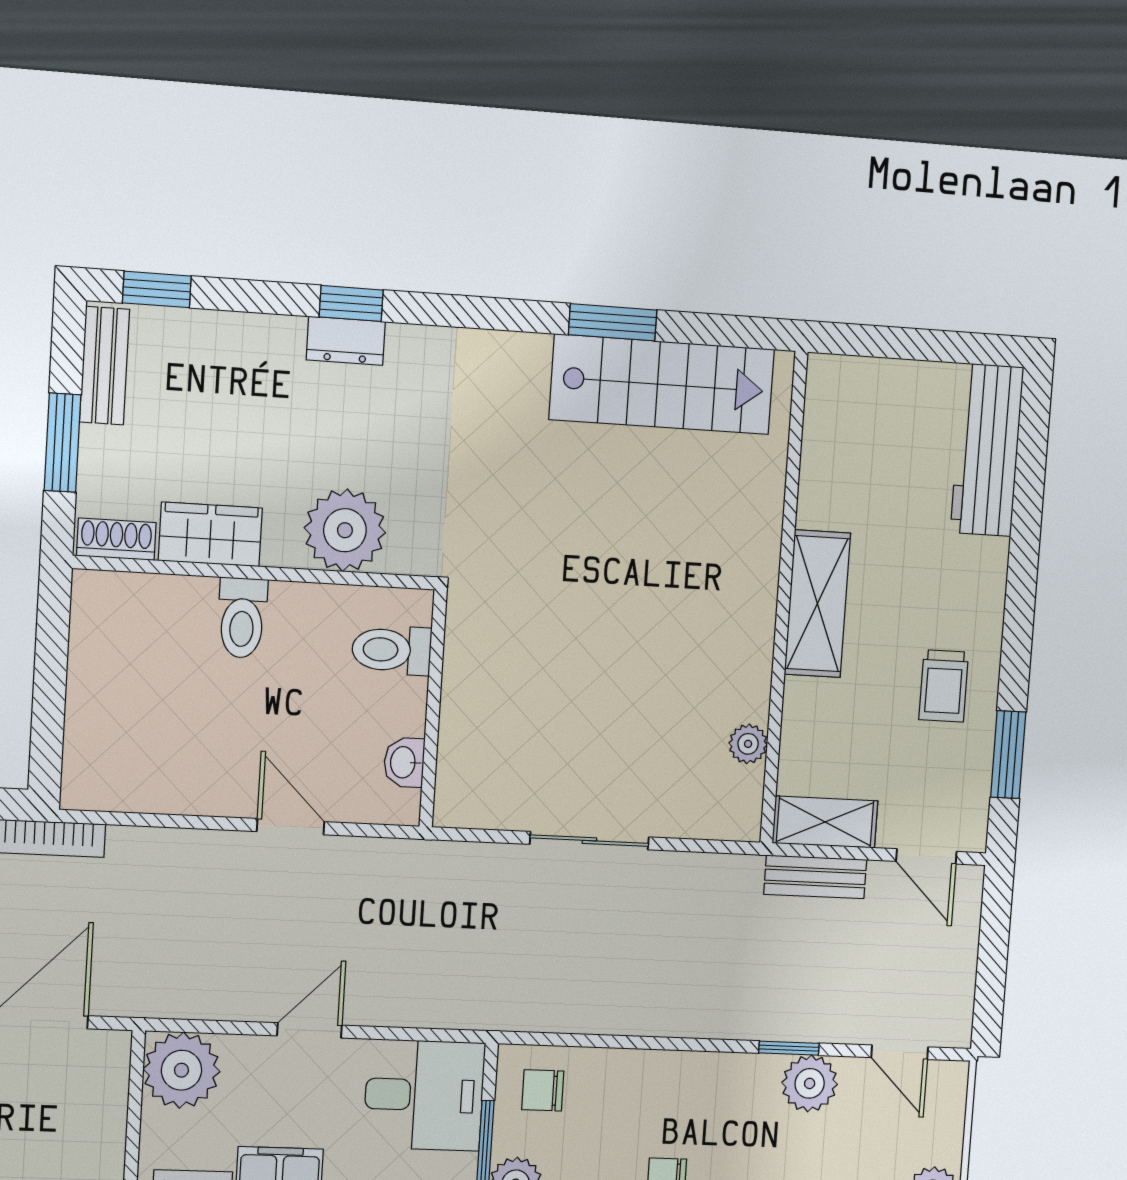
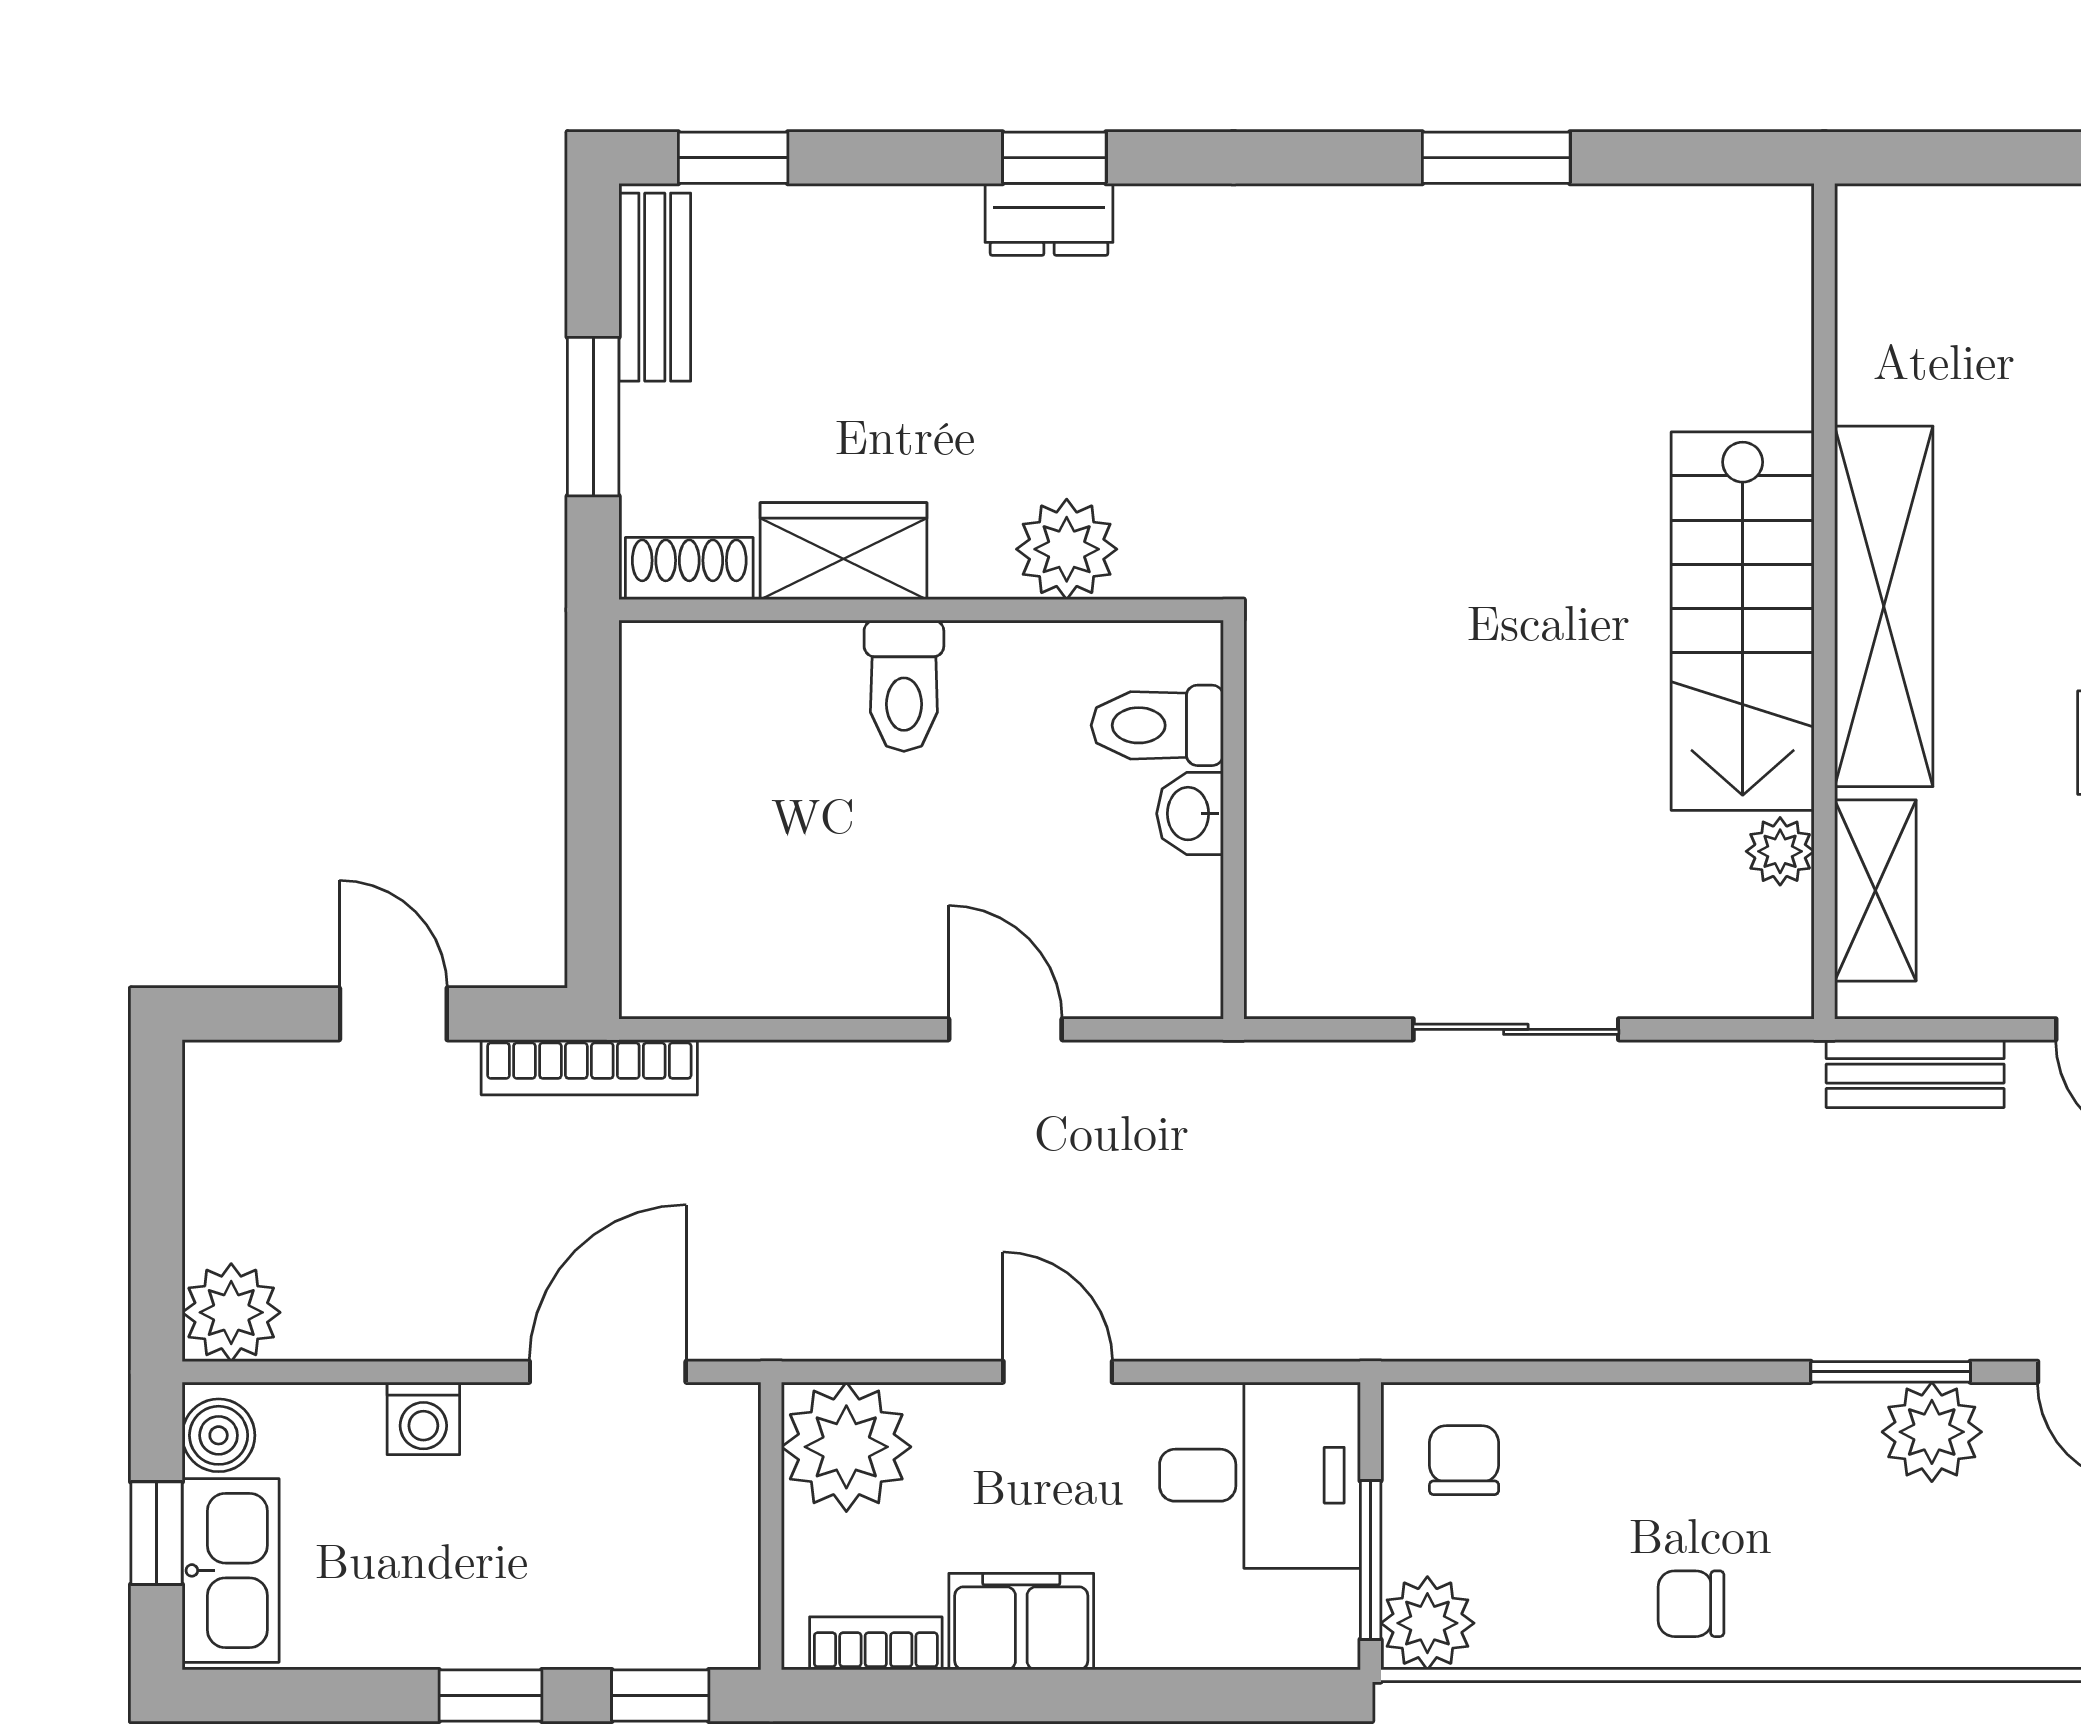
stairs: (662, 384) -> (1743, 621), moved, turned 90
plant: (345, 530) -> (1067, 549), width x0.73, depth x0.73
shelving: (817, 604) -> (1884, 606), width x1.47
washbasin: (404, 762) -> (1190, 814), moved
shelving: (825, 822) -> (1875, 890), moved, turned 90
door: (309, 1030) -> (1058, 1372), hinge flipped
window: (789, 1048) -> (1891, 1372), width x1.50
chair: (543, 1090) -> (1464, 1460), turned 90

